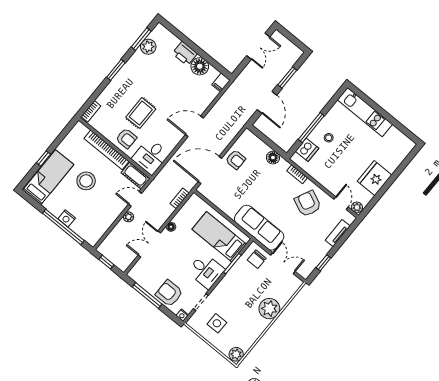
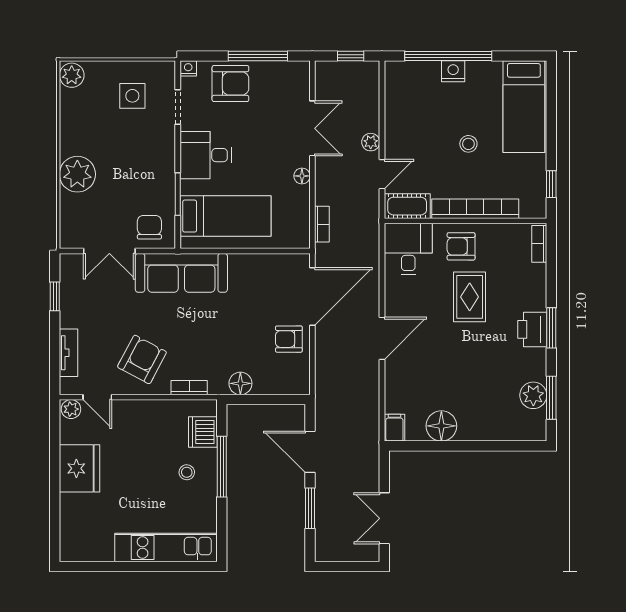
printer: (185, 53) -> (532, 329), moved, turned -90
window: (43, 158) -> (551, 184), moved
stool: (86, 181) -> (468, 144), width x0.53, depth x0.53
armchair: (308, 204) -> (142, 359), turned -87

